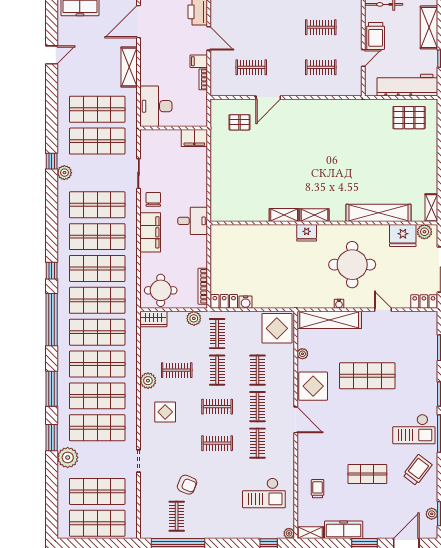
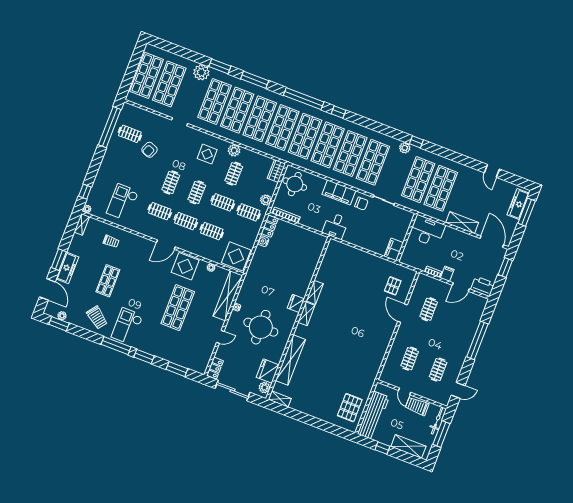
freezer: (344, 530) -> (67, 268), moved

